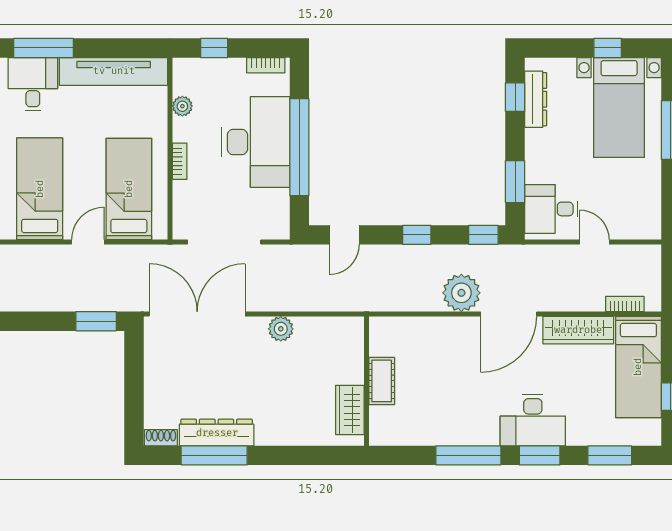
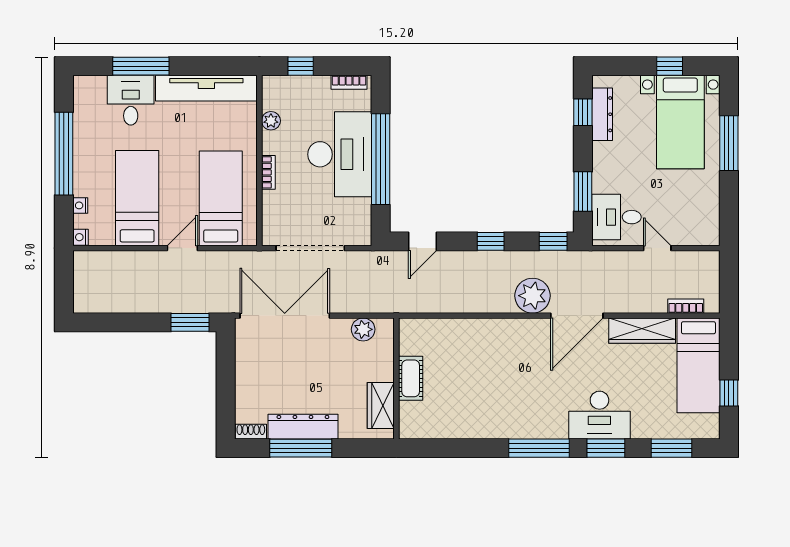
wall: (367, 381) -> (396, 378), moved
cot: (382, 381) -> (411, 378), moved
wardrobe: (350, 410) -> (381, 406), moved

